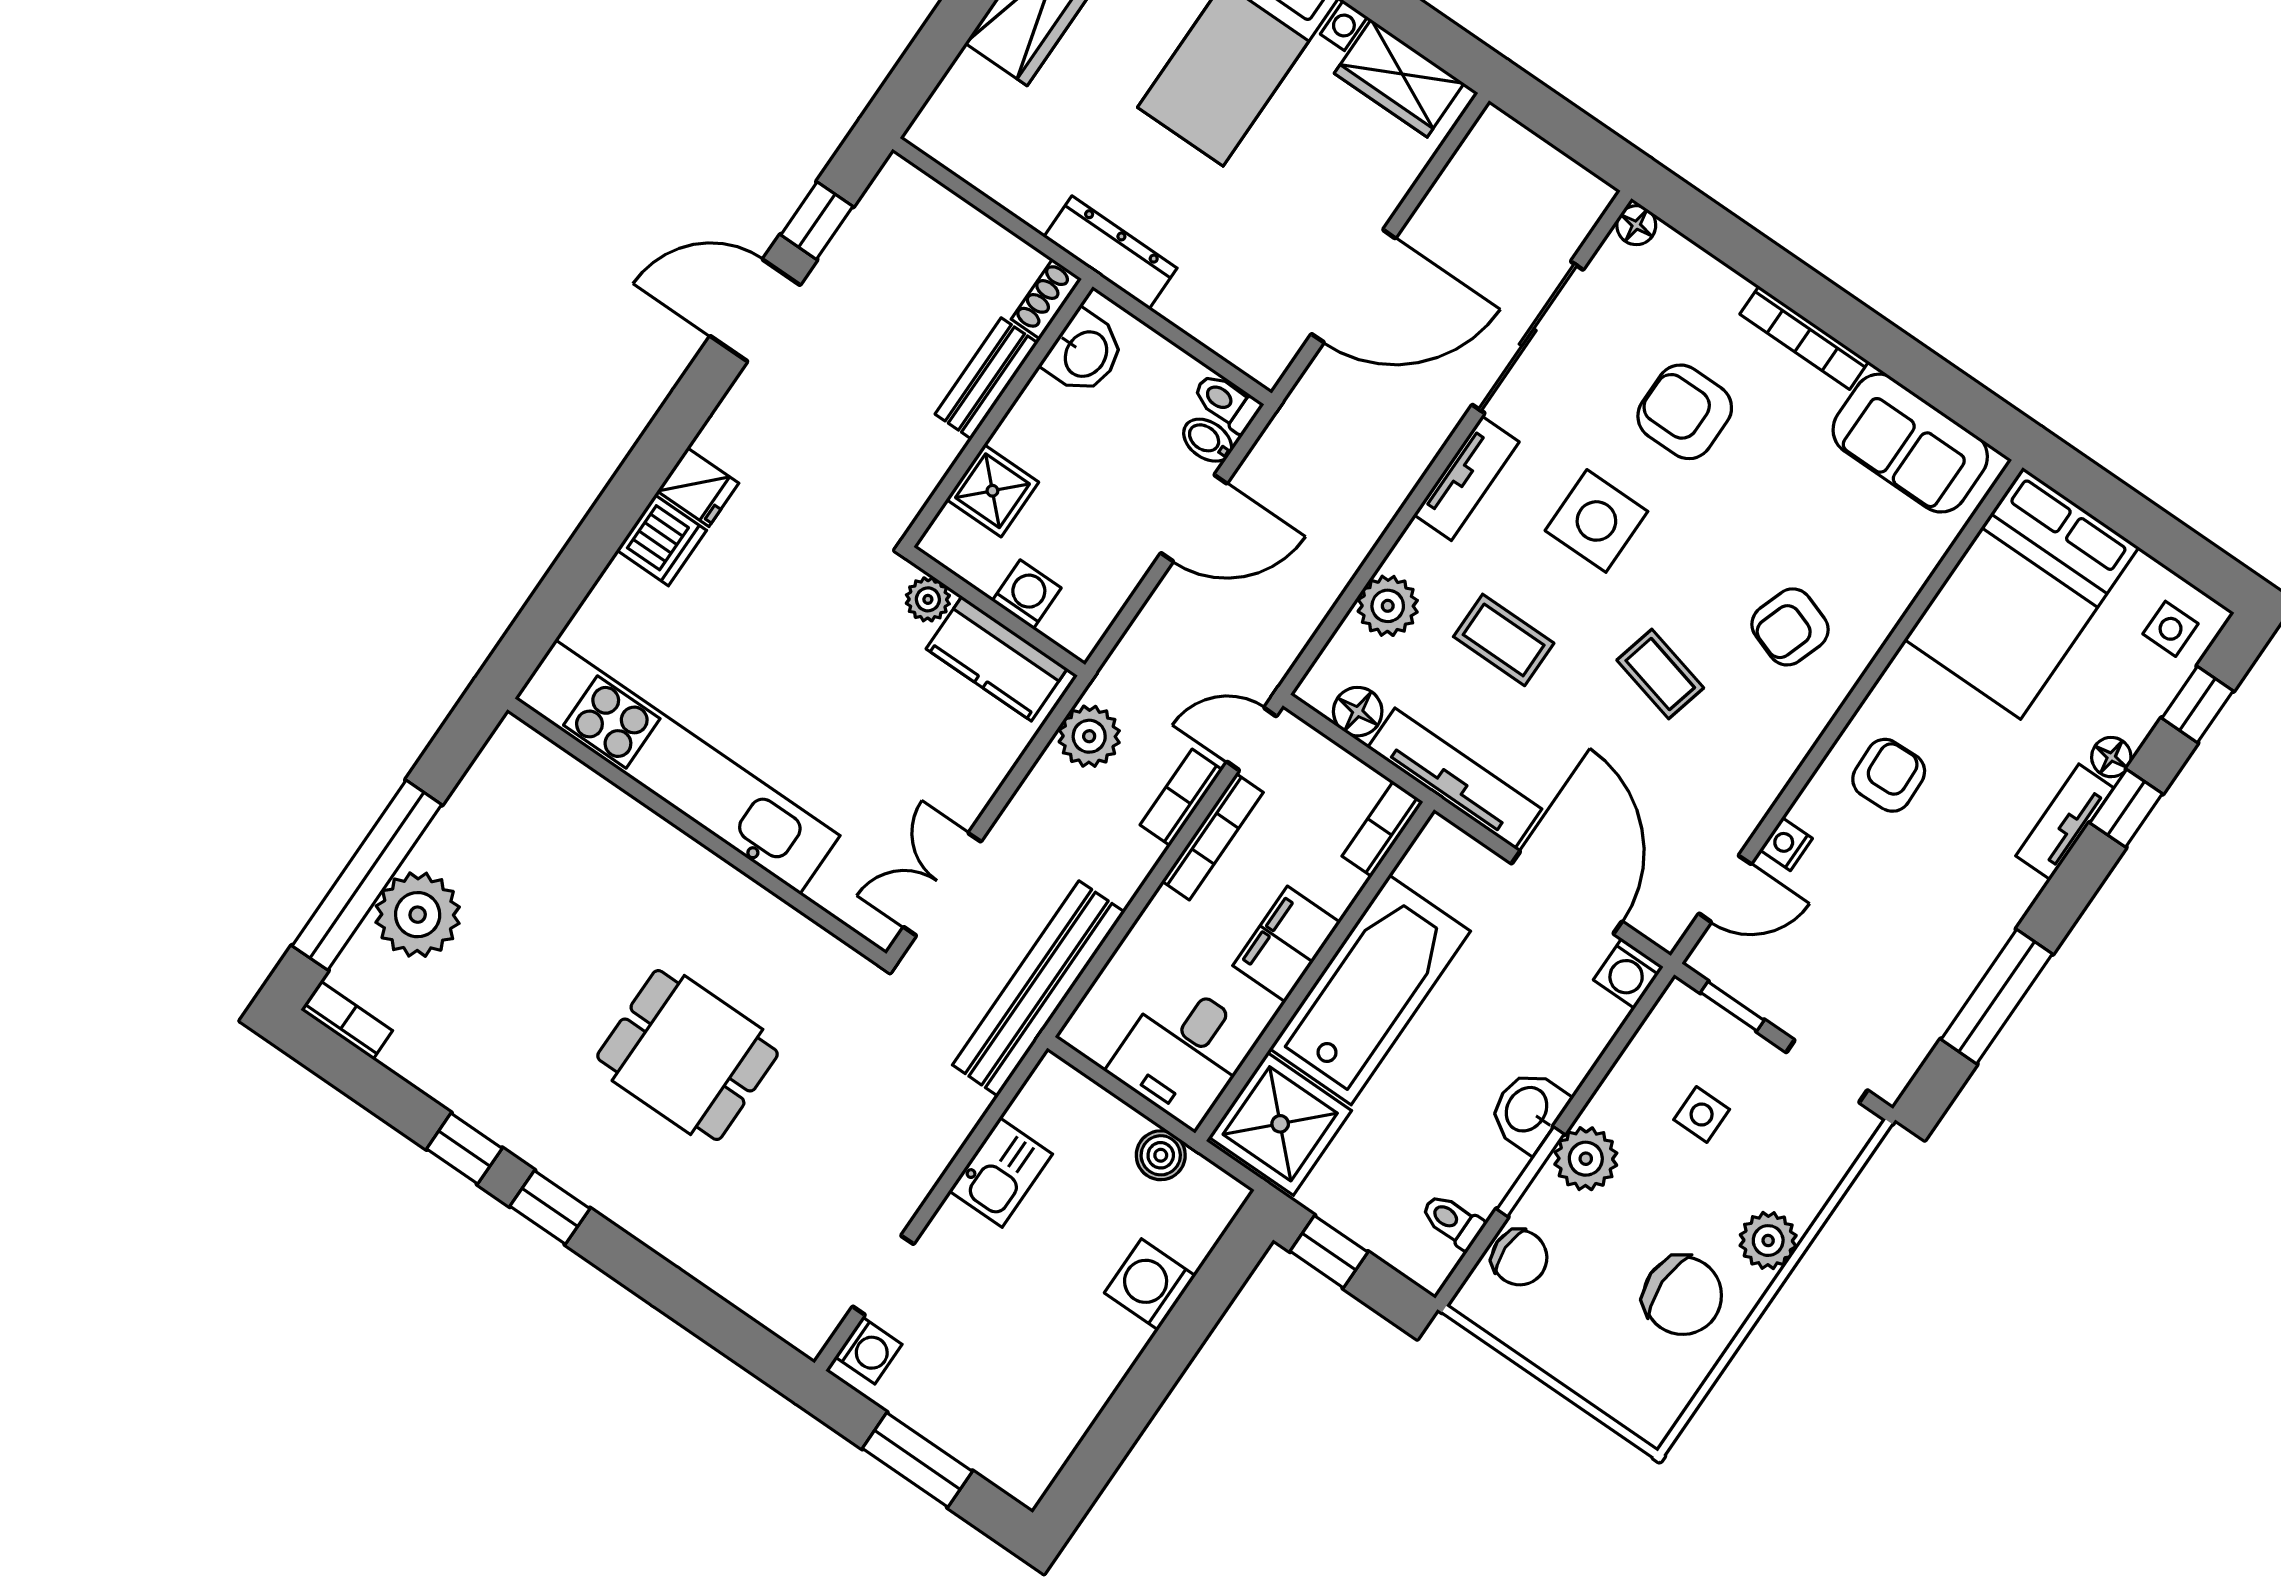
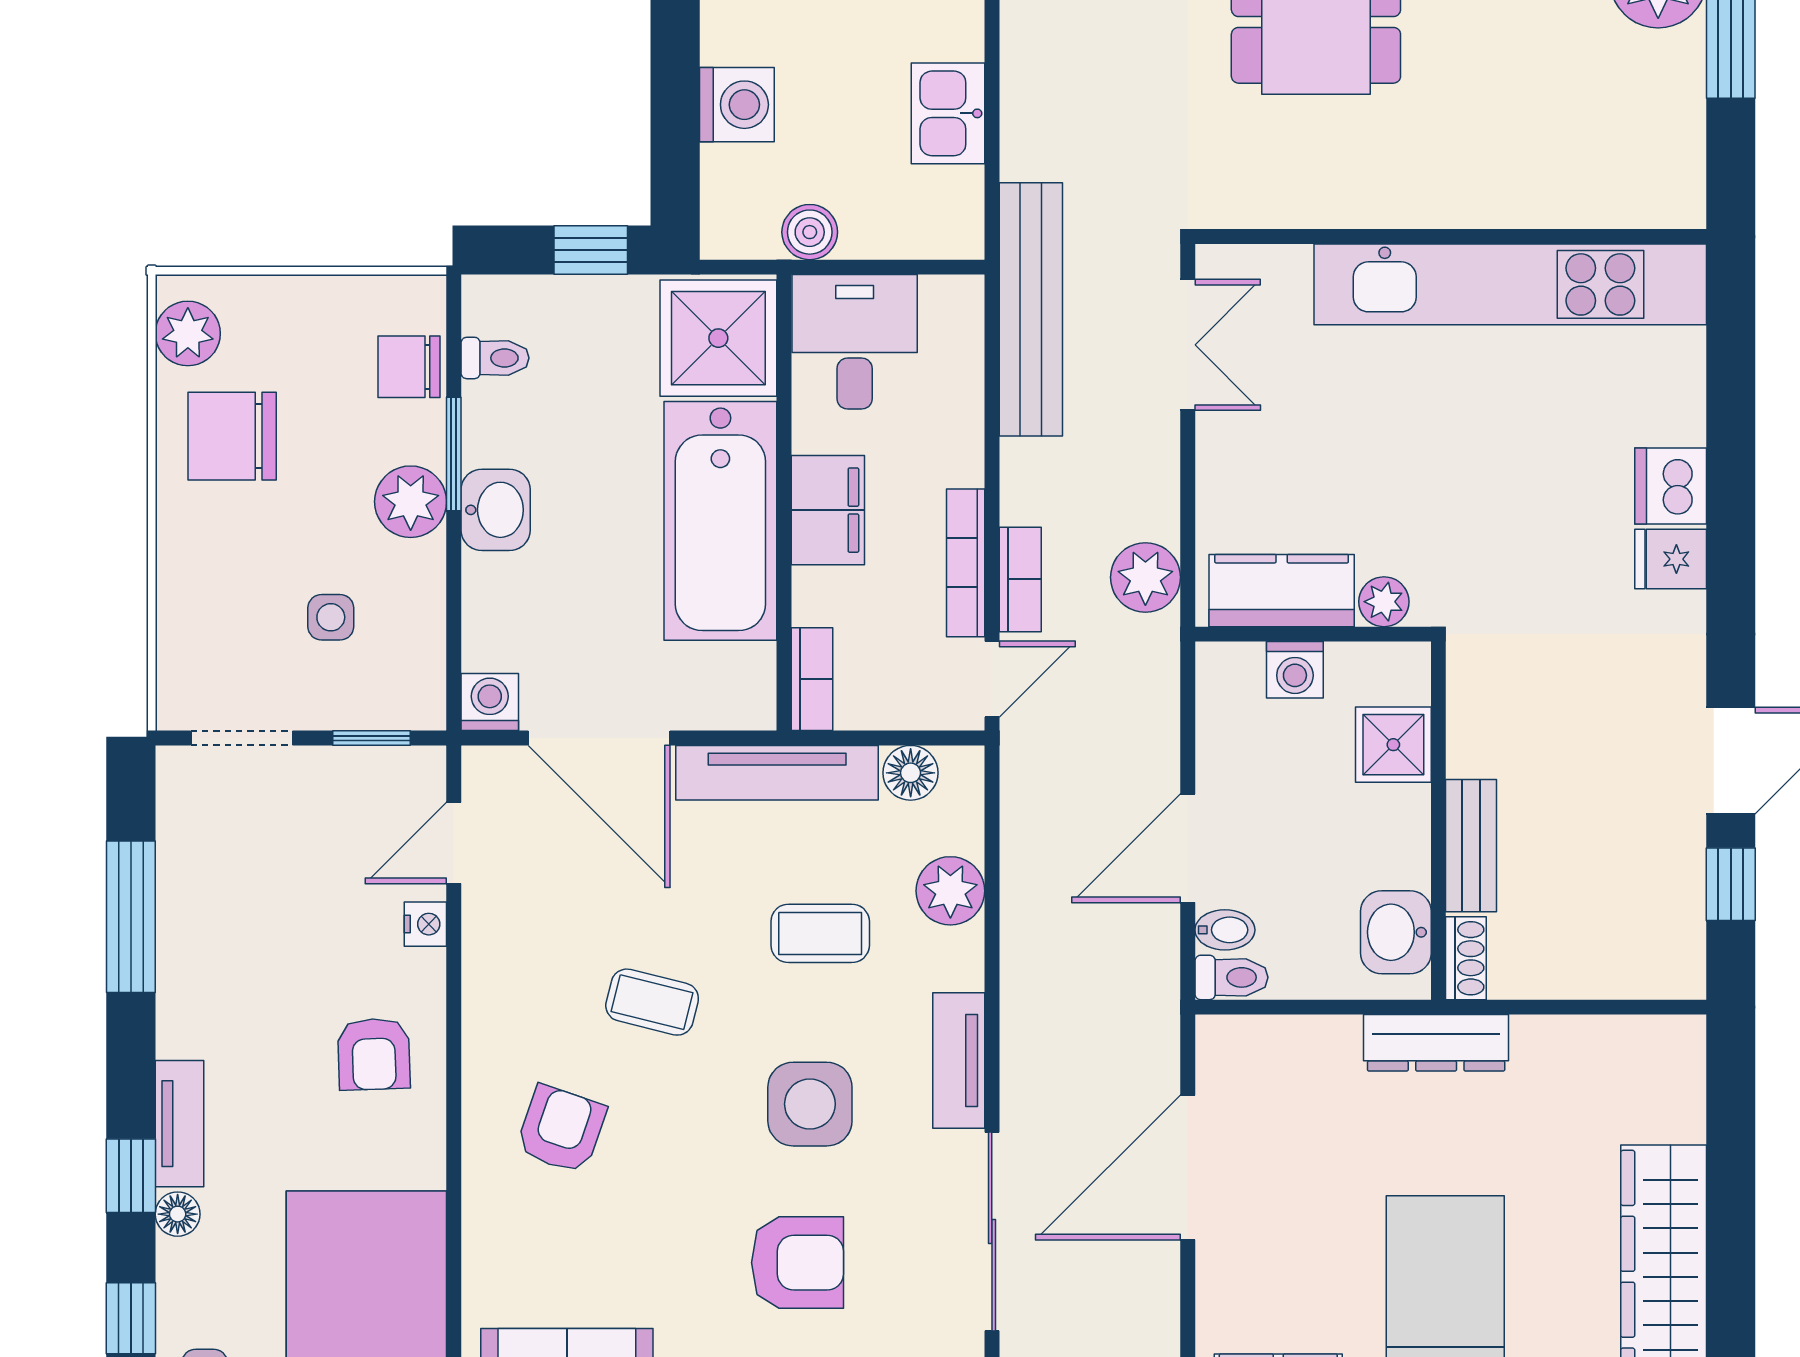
plant: (1768, 1241) -> (188, 333), moved

